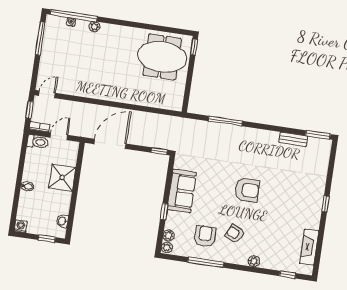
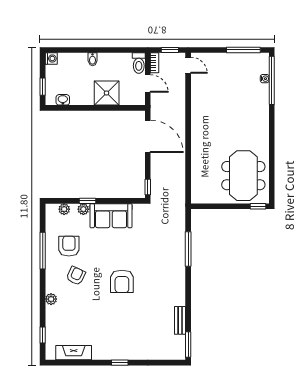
plant: (94, 27) -> (264, 103), removed
armchair: (205, 236) -> (69, 246), turned -90
plant: (167, 247) -> (83, 209), moved

